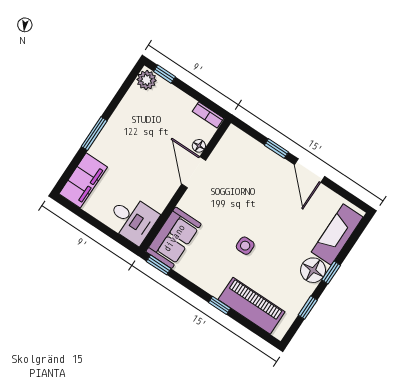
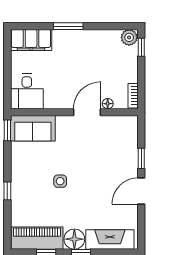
piano: (252, 306) -> (37, 238), moved, turned -90

